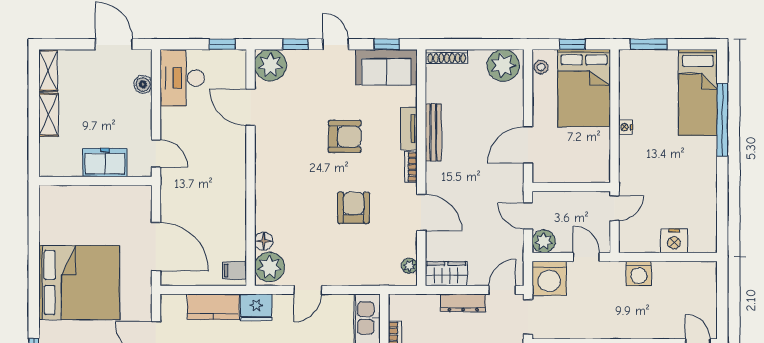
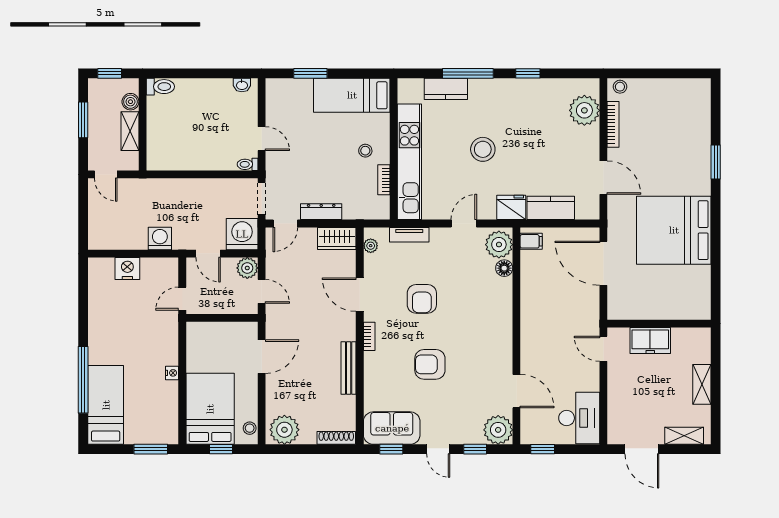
shelving: (48, 70) -> (684, 436), moved, turned 90
boiler: (143, 84) -> (615, 412), removed
tv unit: (409, 129) -> (409, 235), moved, turned 90

